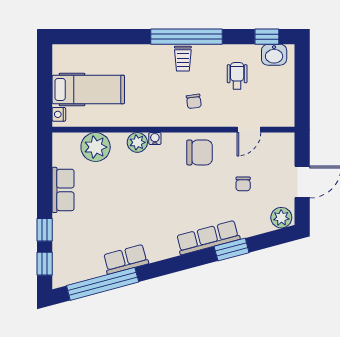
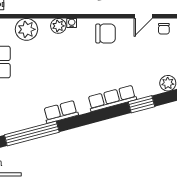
chair: (243, 184) -> (164, 29), moved
window: (232, 249) -> (141, 104), moved
row of seats: (126, 259) -> (61, 112), moved

